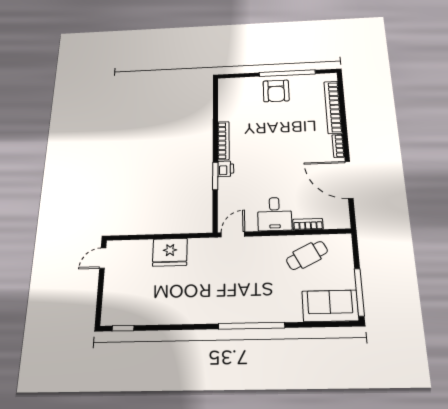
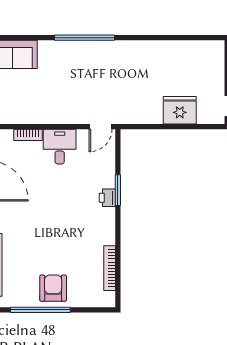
bookcase: (223, 141) -> (110, 268), moved
fridge: (170, 252) -> (180, 110), moved
cafe table: (307, 255) -> (31, 103), removed
window: (123, 328) -> (203, 38), removed

